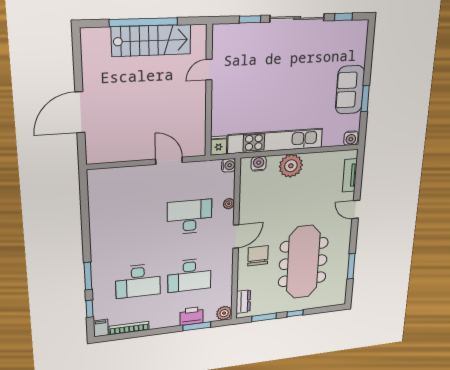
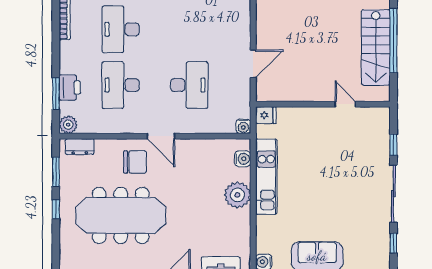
kitchen unit: (276, 141) -> (266, 176), width x0.73
plant: (229, 204) -> (200, 127), removed

